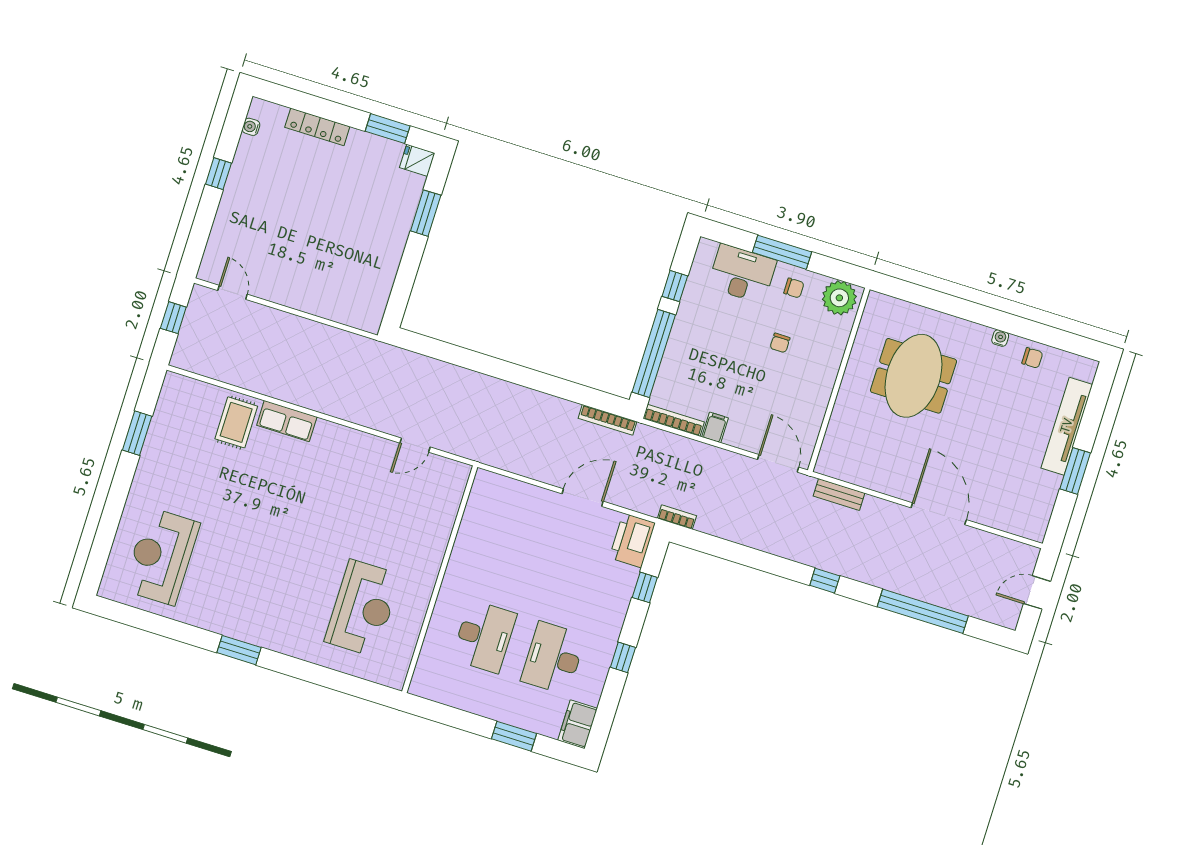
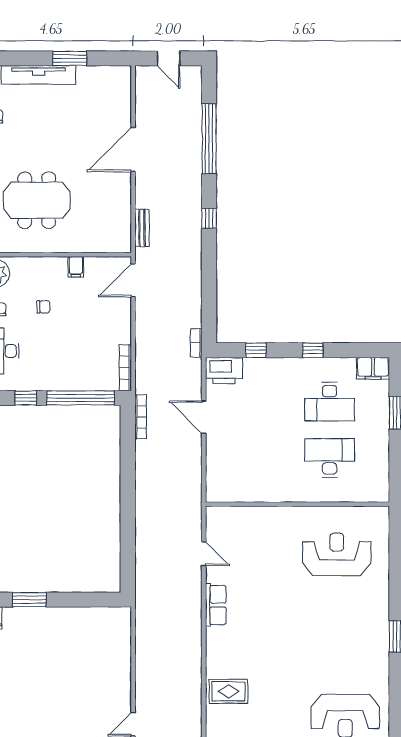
row of seats: (287, 421) -> (216, 605), moved
filing cabinet: (715, 427) -> (76, 267), moved, turned -90

